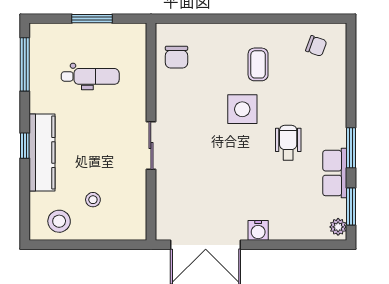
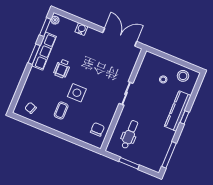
dental chair: (90, 76) -> (130, 134), moved, turned 90
row of seats: (335, 173) -> (44, 51), width x1.48
water cooler: (258, 230) -> (81, 29), moved

